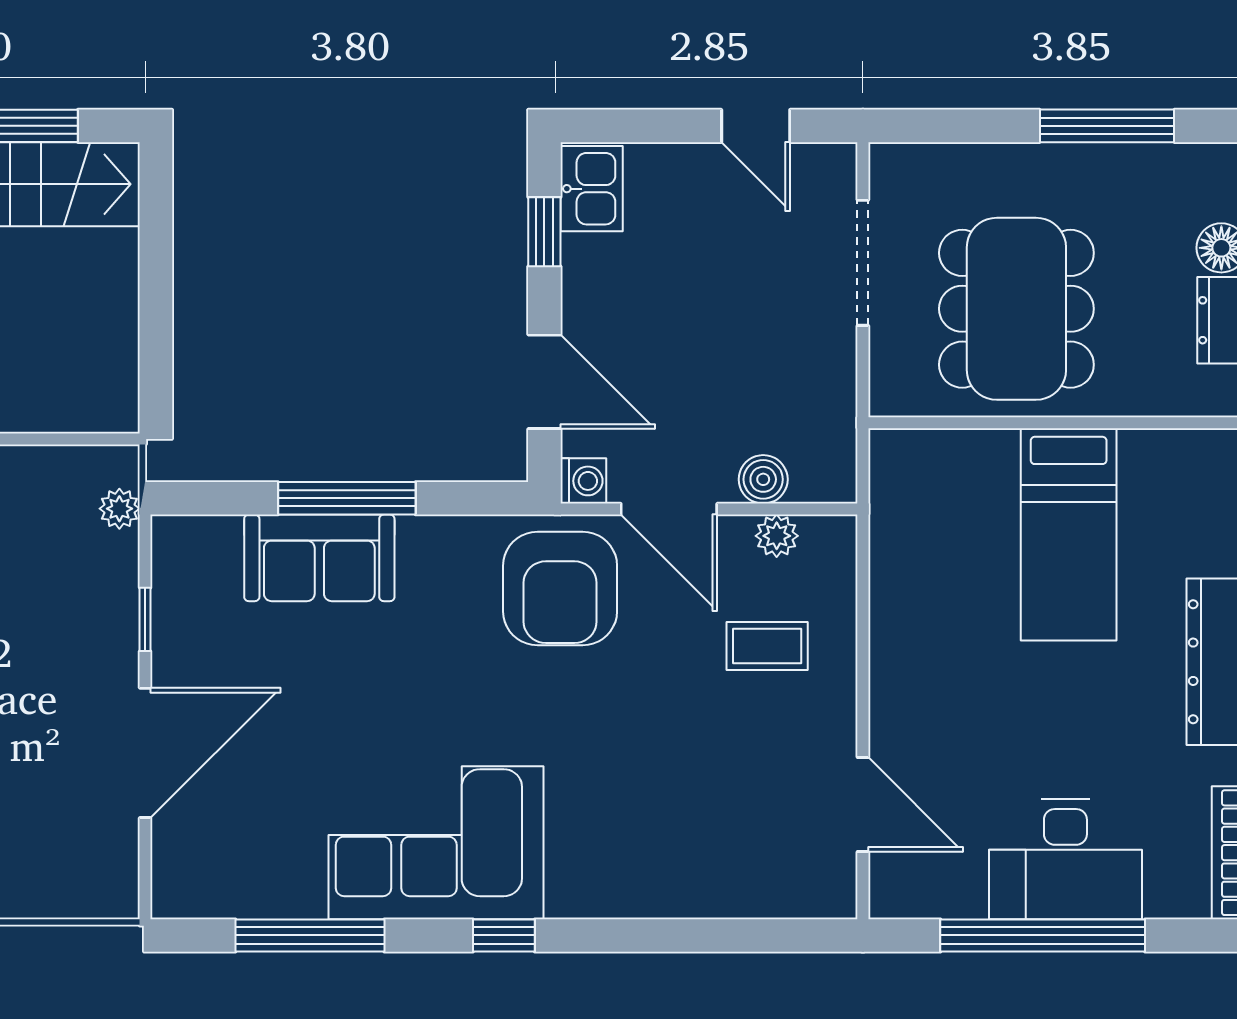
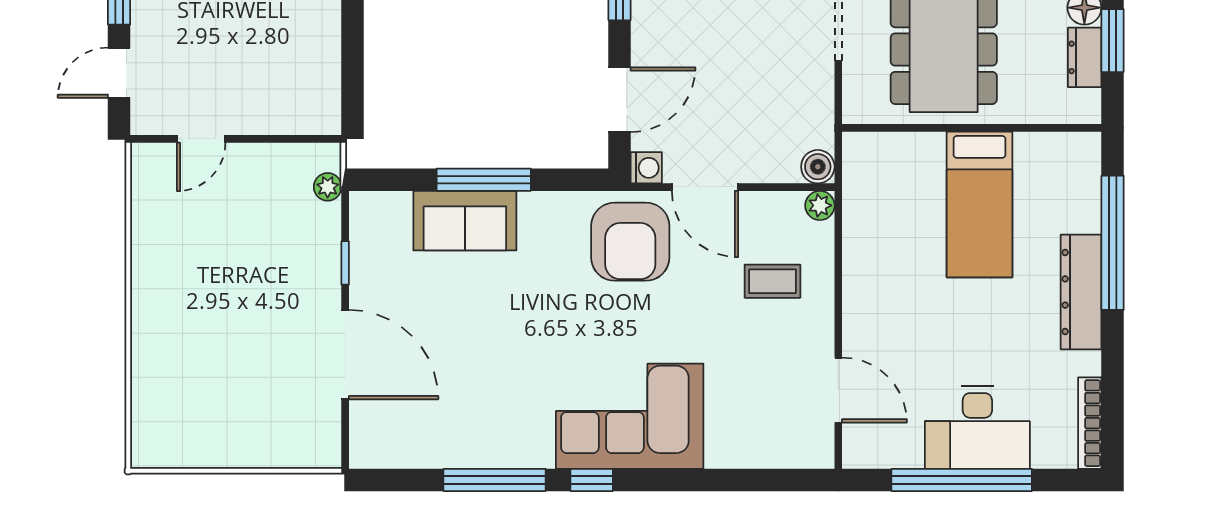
door: (544, 382) -> (620, 100), hinge flipped
boiler: (763, 479) -> (818, 167), moved
plant: (777, 536) -> (820, 205), moved
door: (145, 753) -> (345, 355), hinge flipped
corner sofa: (436, 843) -> (630, 416), moved
window: (310, 935) -> (495, 480), moved

